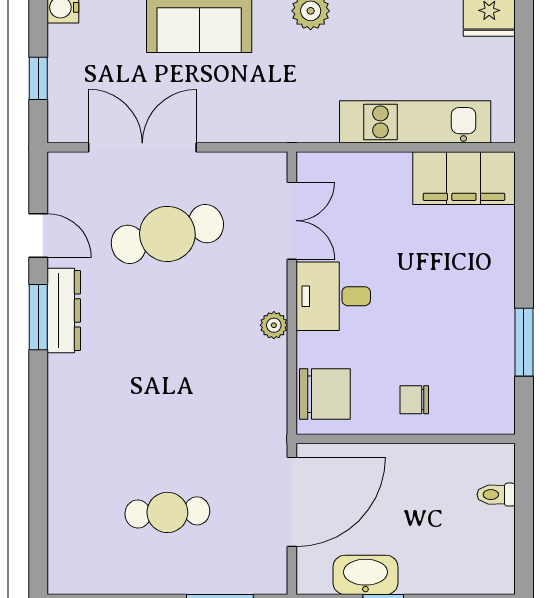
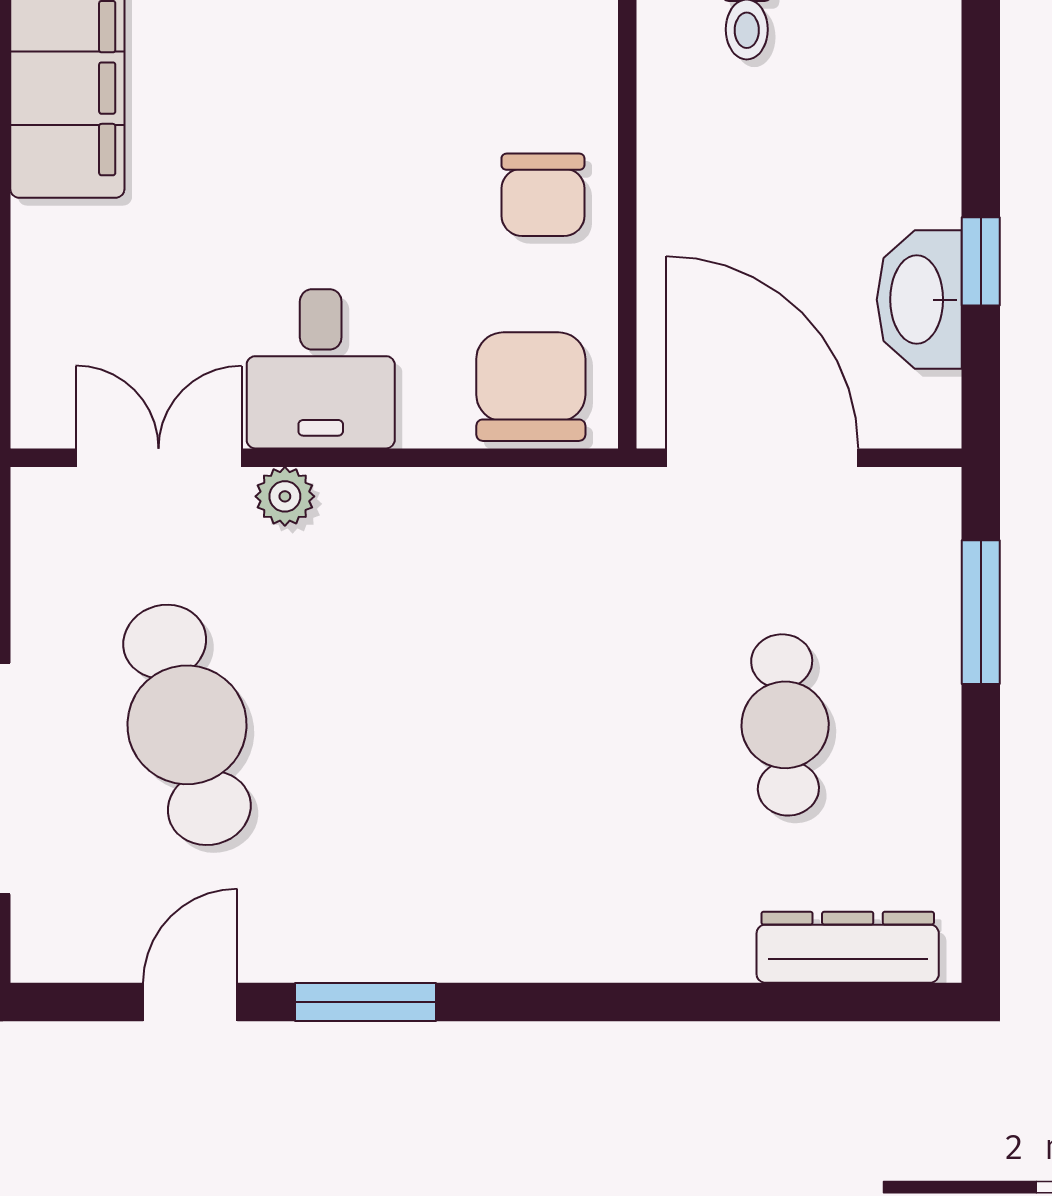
dresser: (64, 310) -> (848, 947), moved
plant: (274, 325) -> (285, 496), moved
chair: (414, 400) -> (543, 195), width x1.37, depth x1.37

